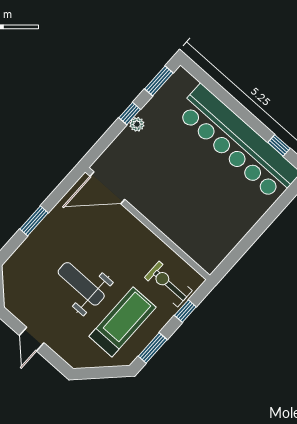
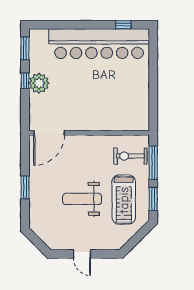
plant: (137, 124) -> (39, 83), width x1.87, depth x1.87
window: (185, 311) -> (153, 163), width x2.17
treadmill: (123, 322) -> (124, 200), turned 180

